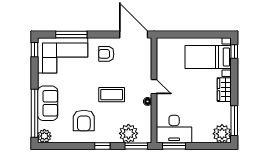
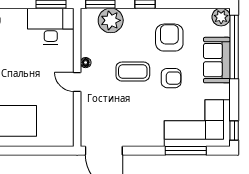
armchair: (106, 54) -> (171, 78), moved

